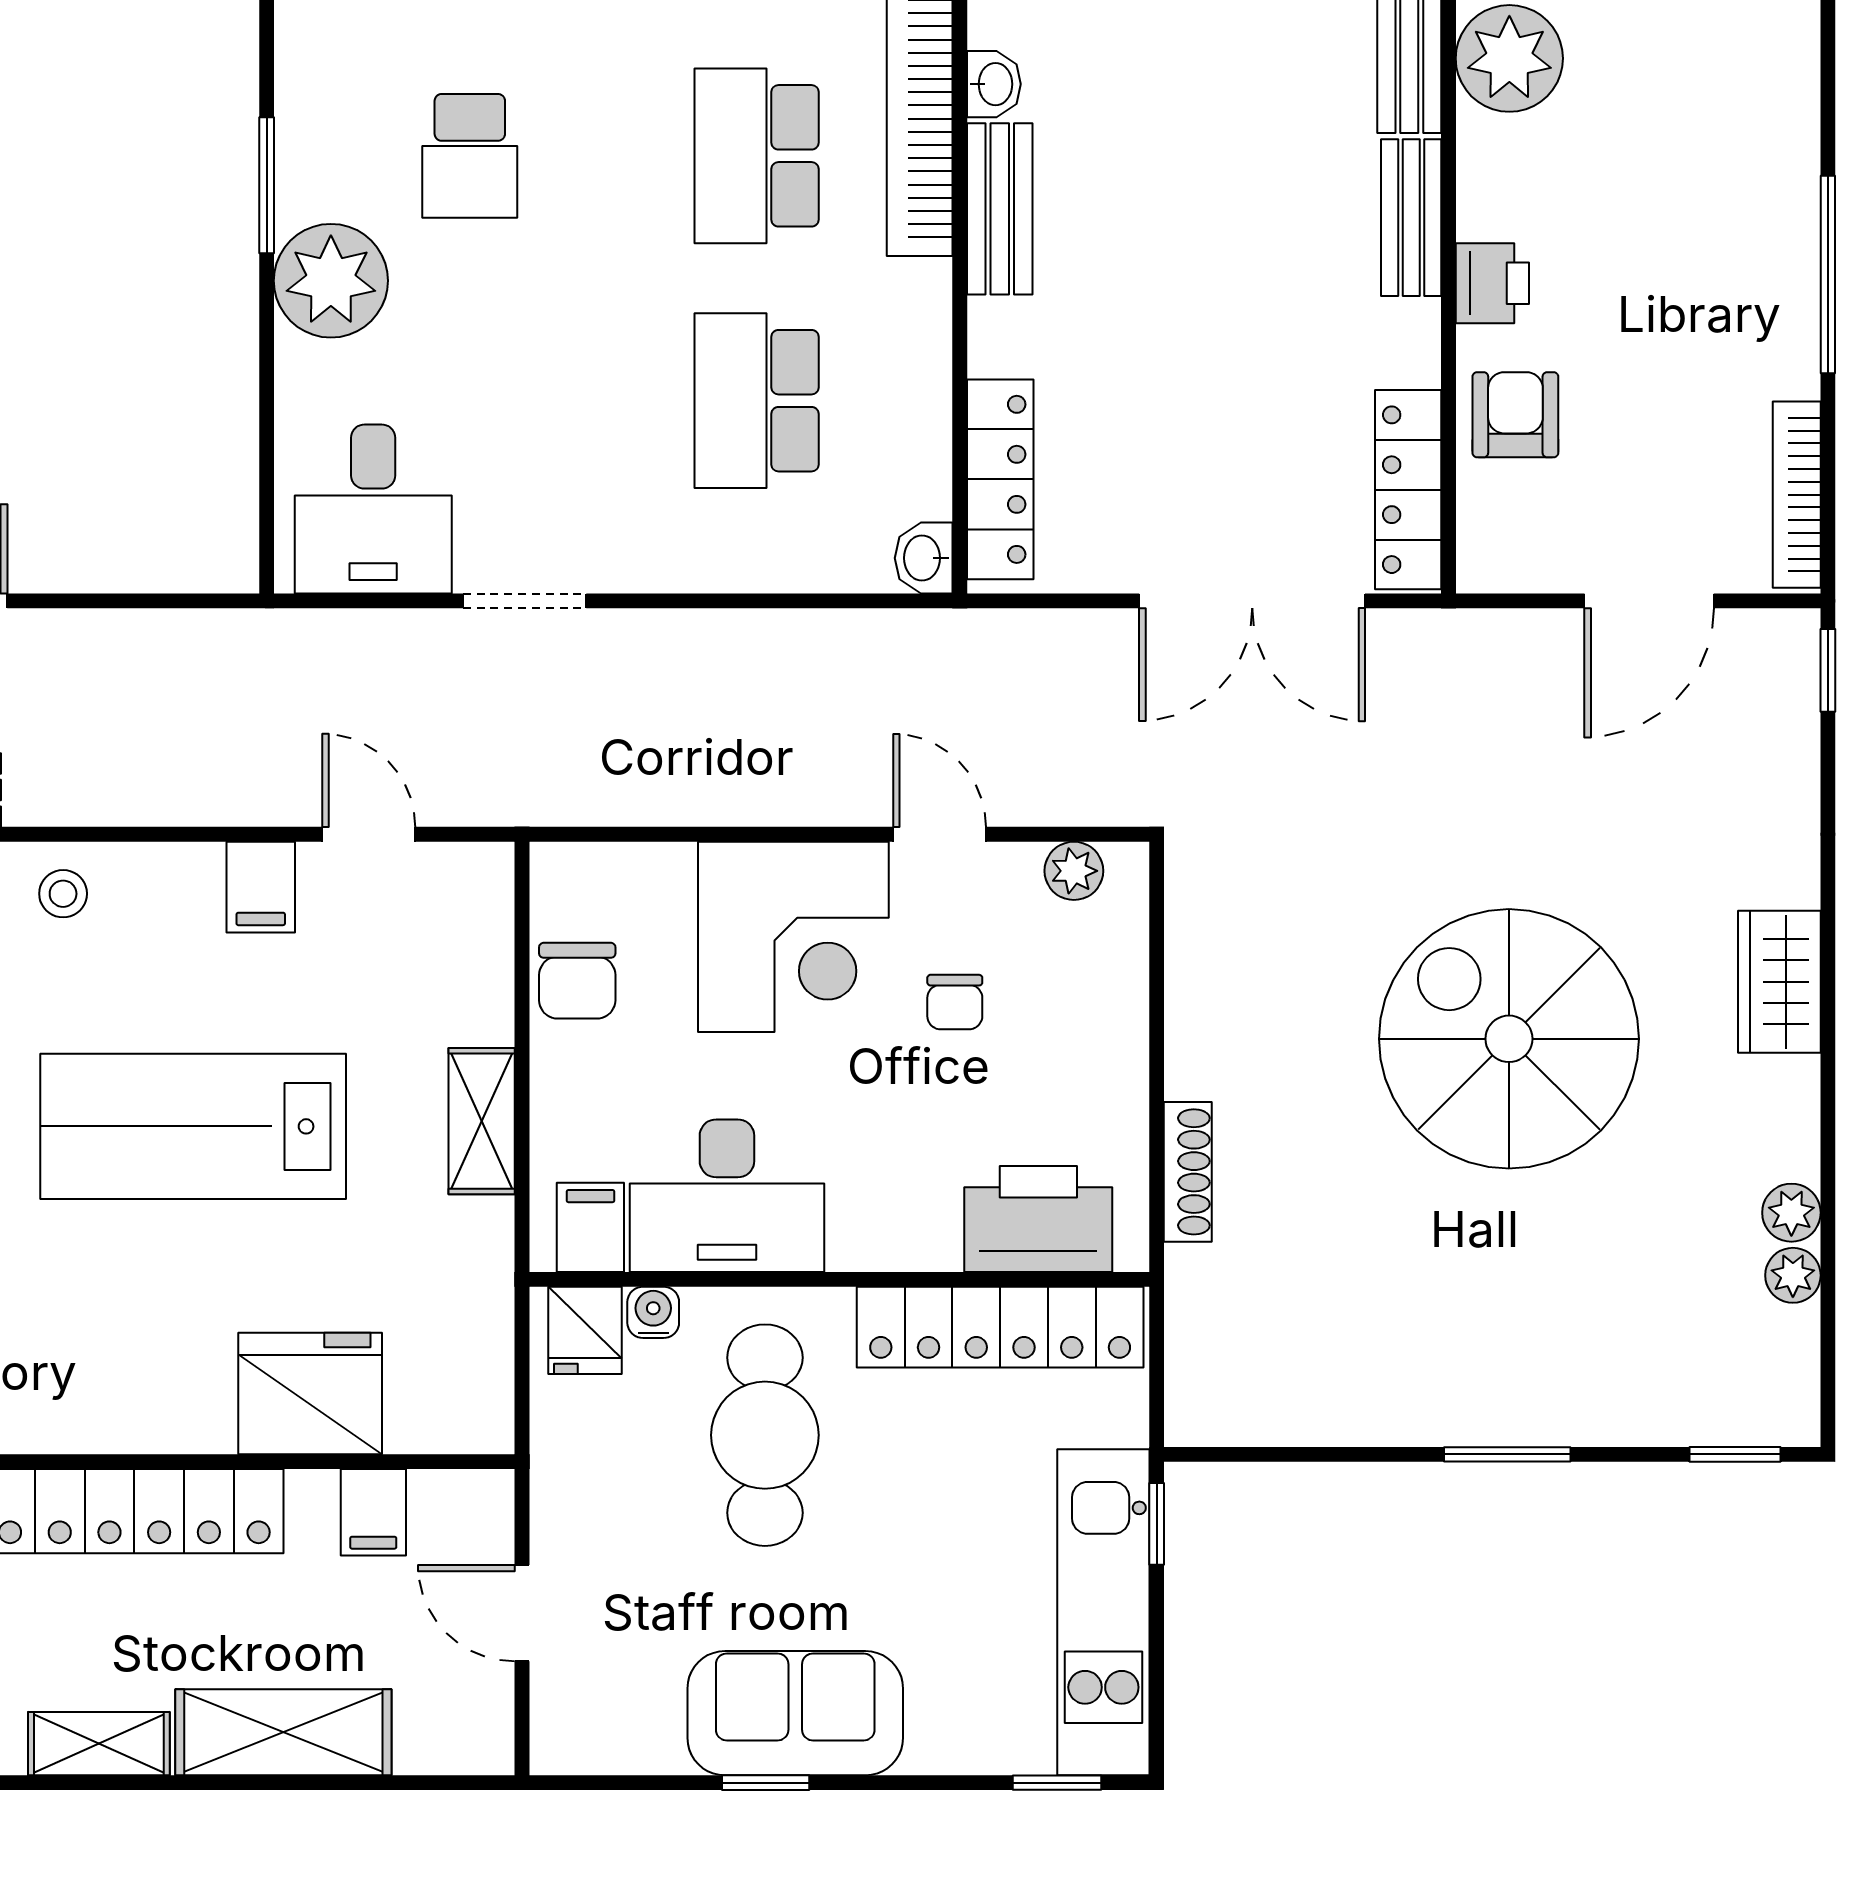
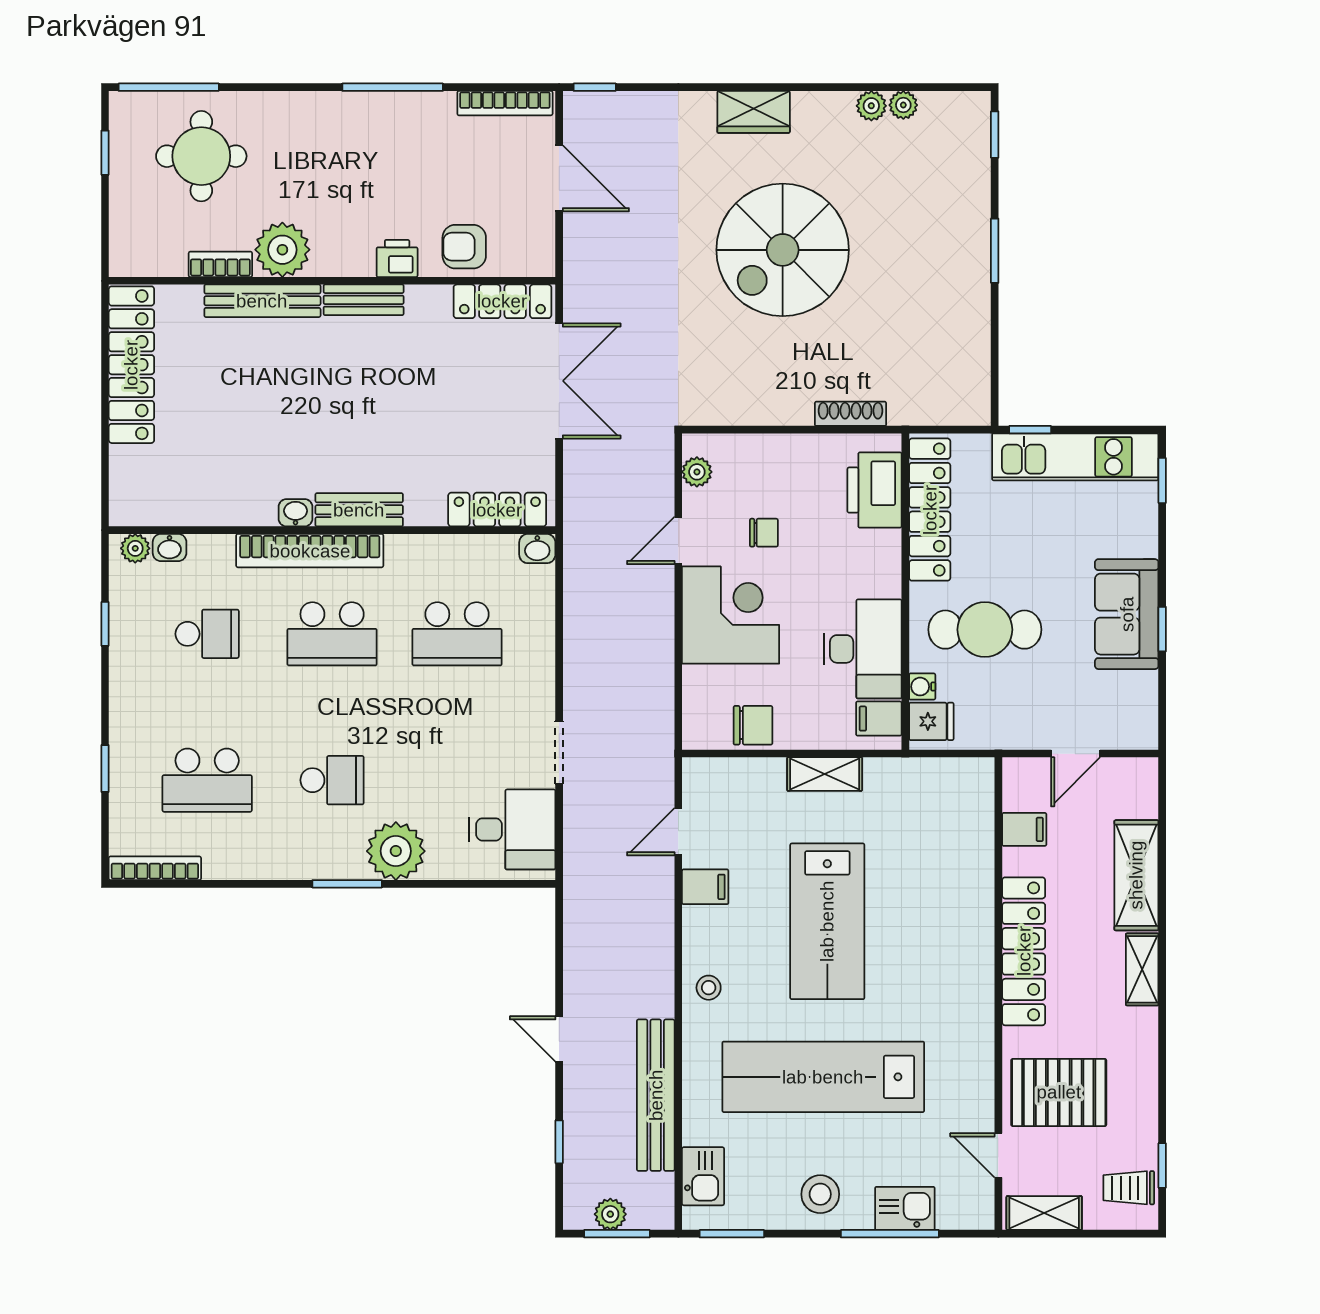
fridge: (310, 1394) -> (964, 862), removed

